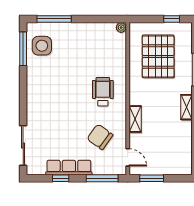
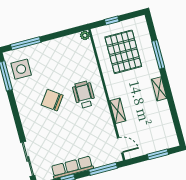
window: (172, 19) -> (112, 20), moved
chair: (100, 137) -> (52, 100), moved
window: (152, 178) -> (158, 154), moved

